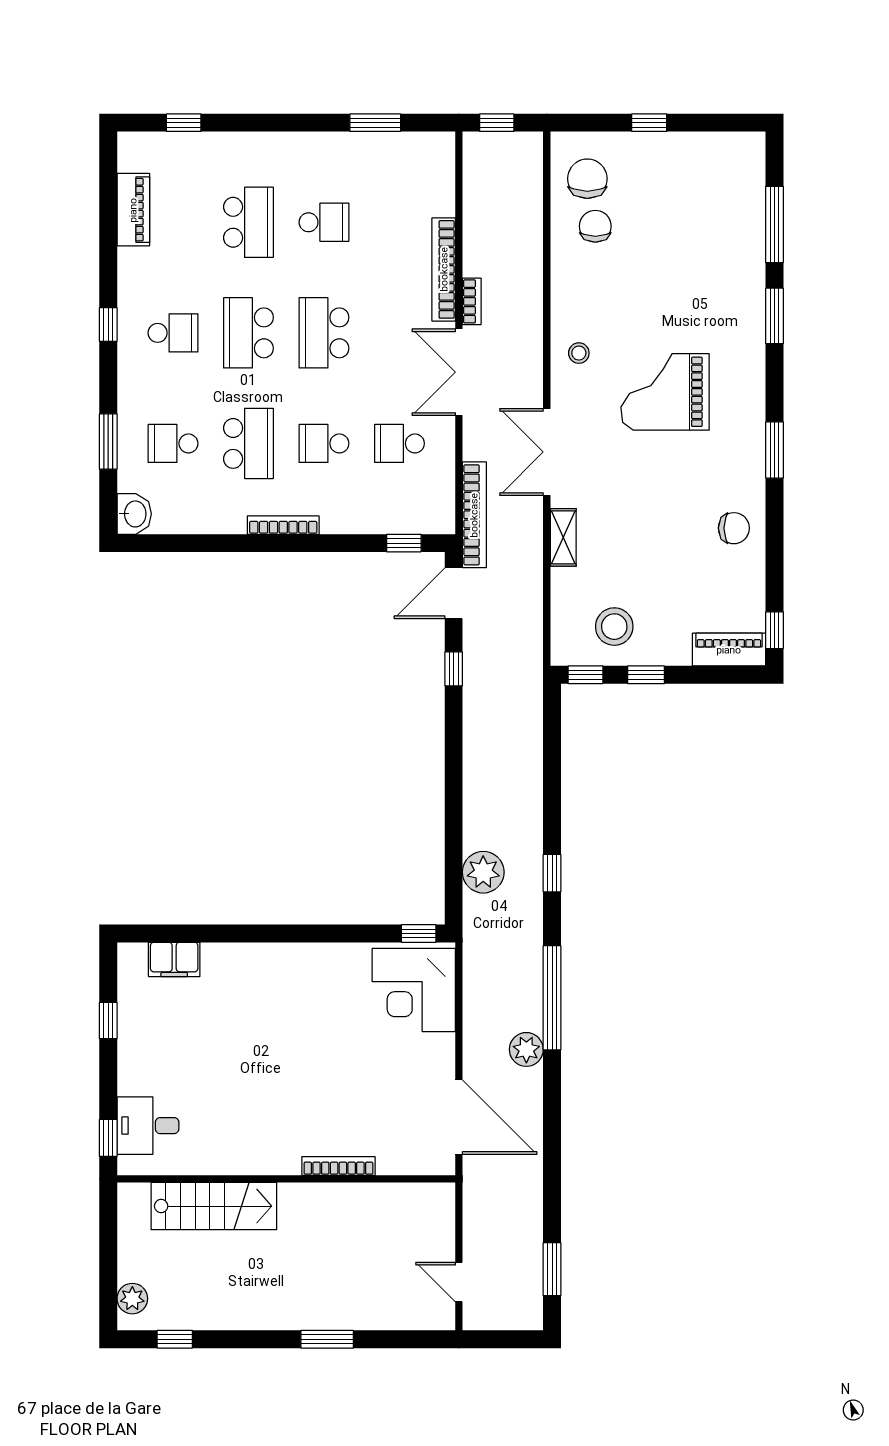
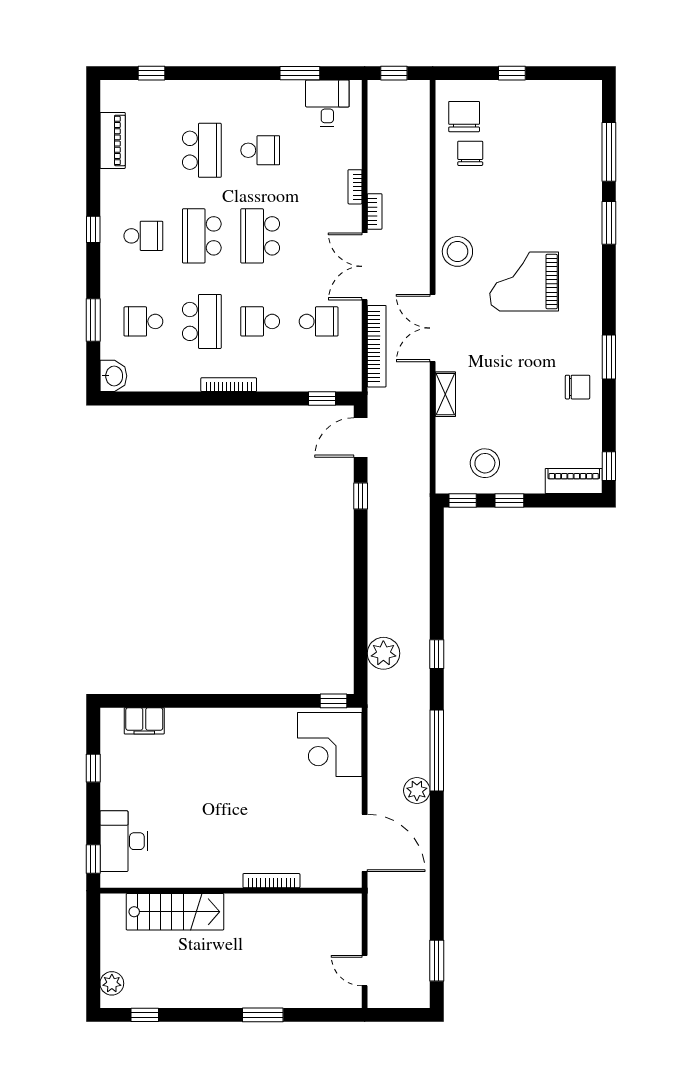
desk: (411, 162) -> (327, 103), added
bookcase: (444, 269) -> (355, 187), width x0.43, depth x0.76
stool: (579, 353) -> (457, 251), width x1.89, depth x1.89
school desk: (399, 443) -> (319, 321), turned 180
window: (774, 450) -> (609, 357), moved
bookcase: (474, 515) -> (377, 346), moved
desk: (148, 1126) -> (124, 841), width x1.37

